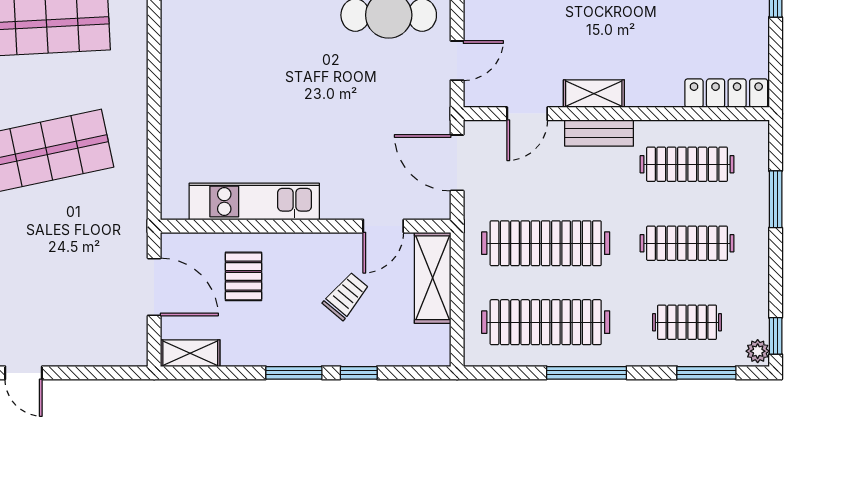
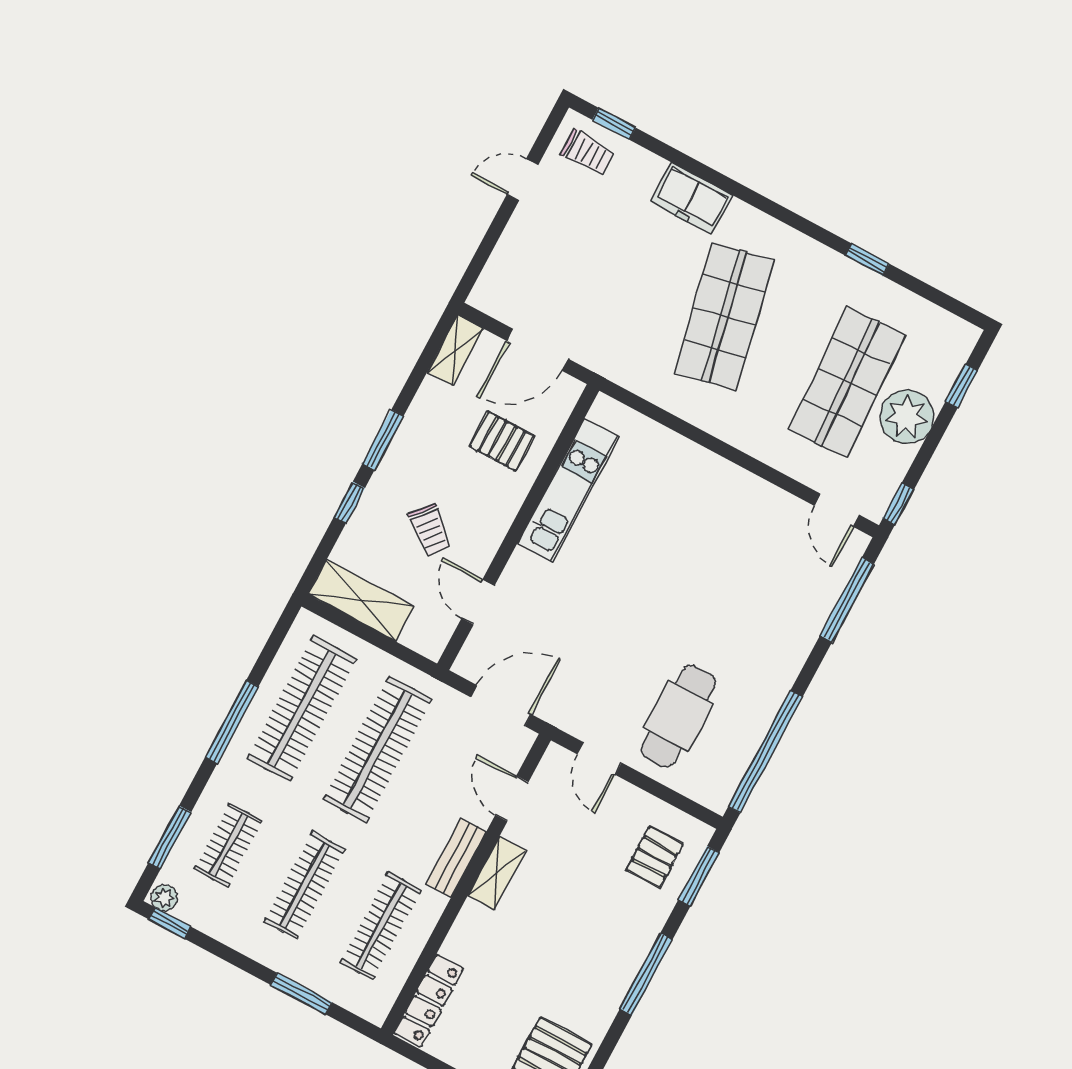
shelving: (433, 278) -> (361, 600), moved

